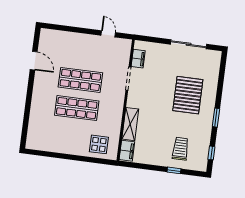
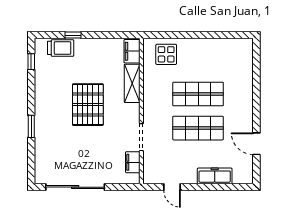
freezer: (72, 38) -> (215, 176), added
sliding door: (189, 44) -> (75, 187), width x1.36
pallet: (188, 95) -> (88, 105), moved
window: (216, 118) -> (31, 126), moved
trolley: (180, 149) -> (61, 48), moved, turned -90

